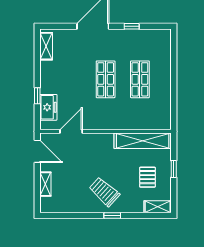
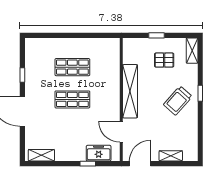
shelving: (143, 141) -> (130, 91), moved

